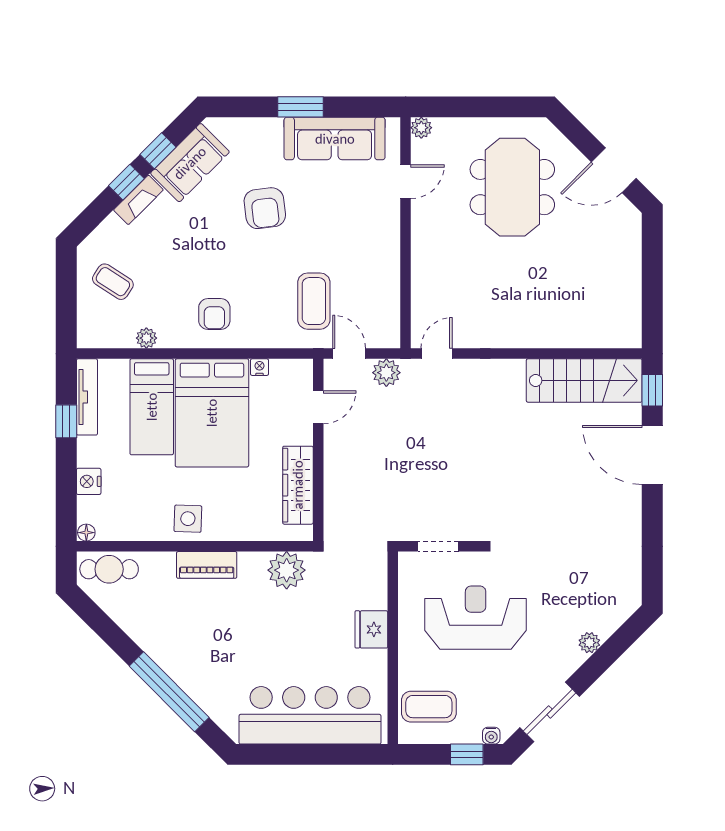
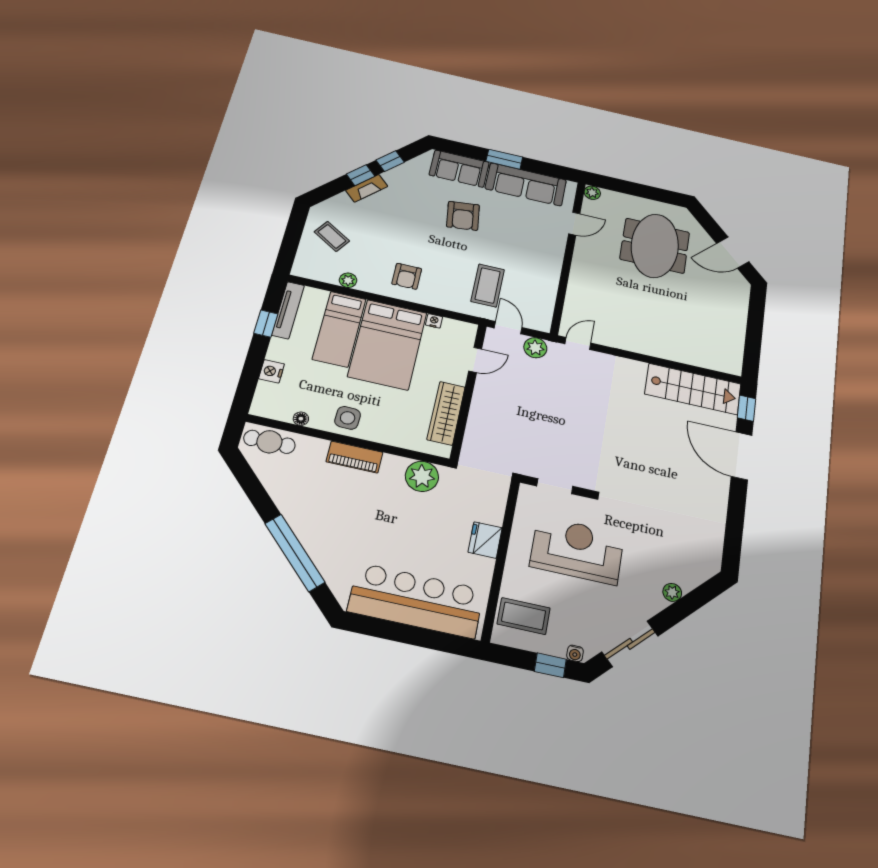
sofa: (190, 163) -> (459, 169), moved, turned 45
floor lamp: (86, 533) -> (301, 419), moved

